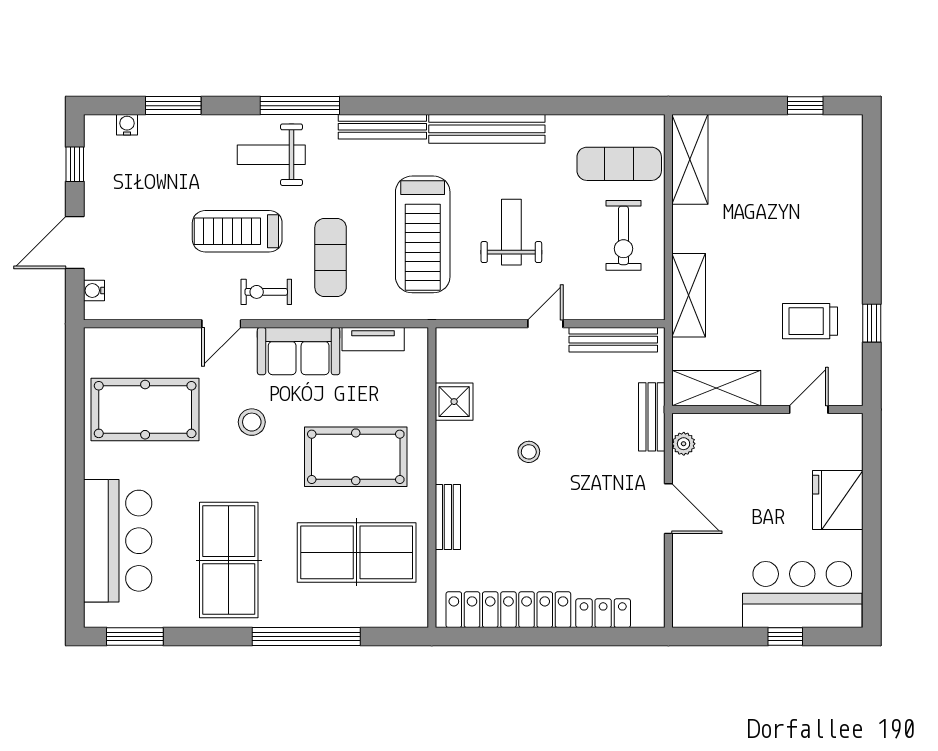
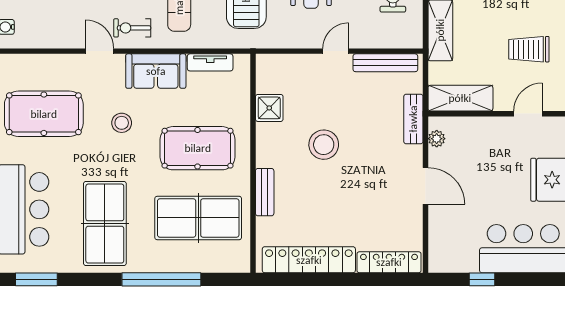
door: (221, 324) -> (99, 51), swing flipped
stool: (529, 452) -> (324, 145), width x1.89, depth x1.89
locker: (603, 613) -> (389, 262), width x1.53
window: (785, 637) -> (482, 279), moved

